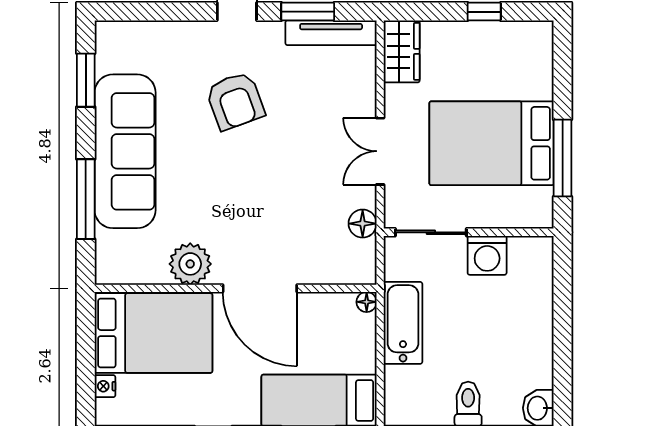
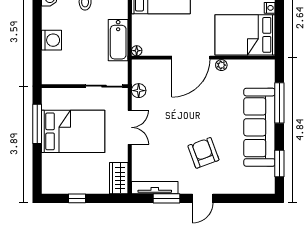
washing machine: (487, 255) -> (51, 40), moved, turned 90
plant: (190, 264) -> (221, 65), width x0.53, depth x0.53
door: (260, 288) -> (191, 58), swing flipped

